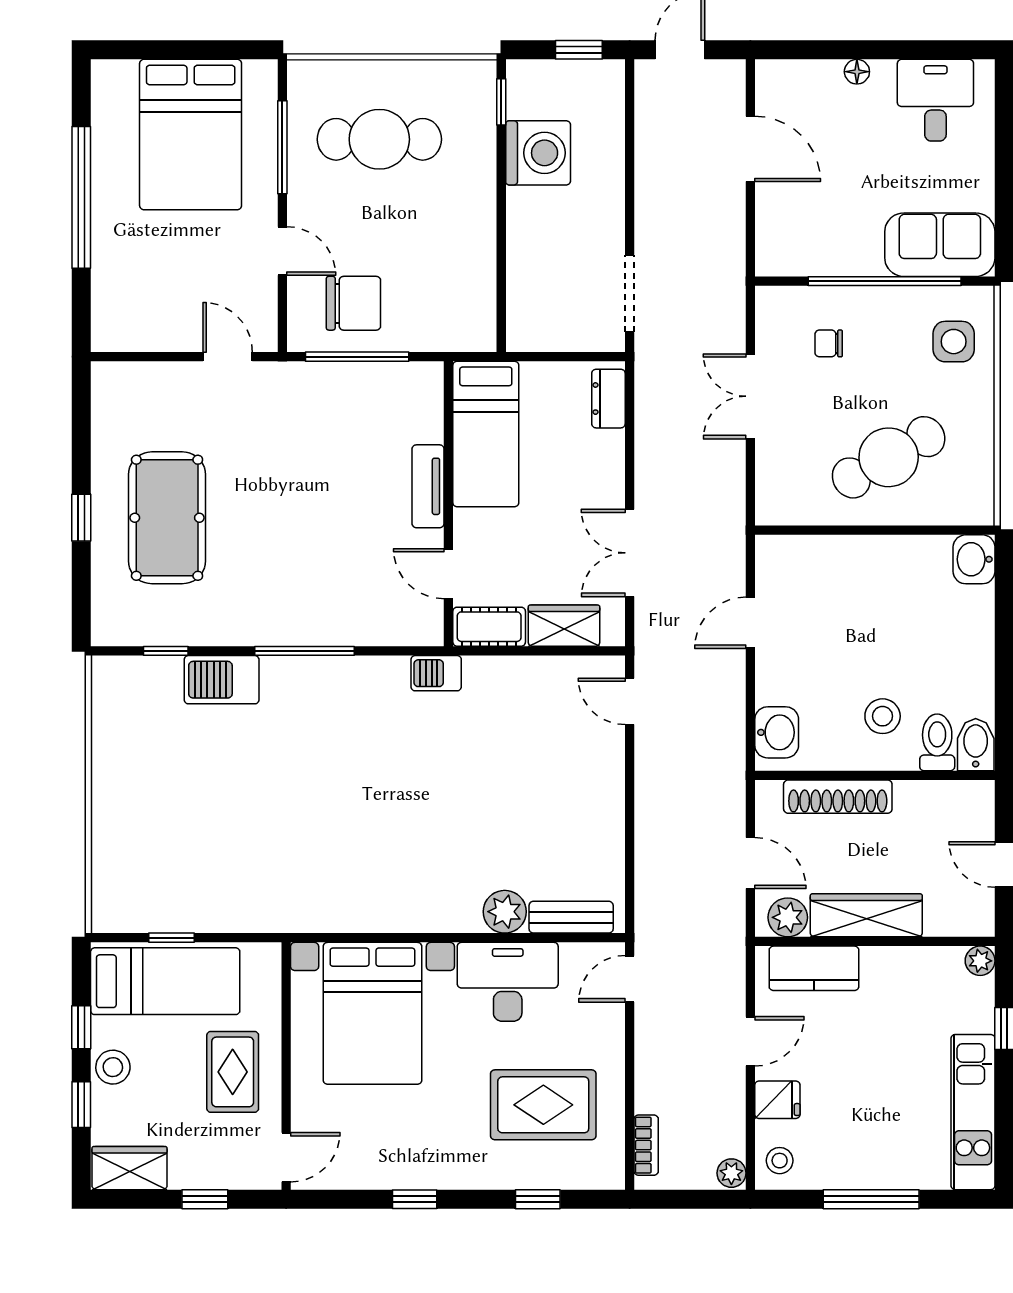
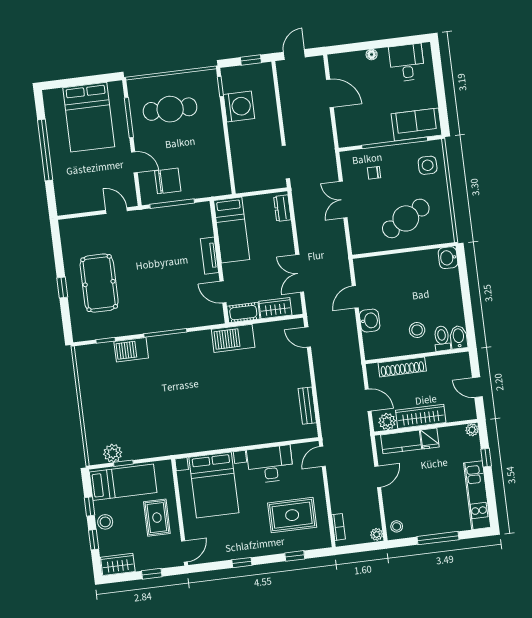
barbecue: (436, 673) -> (233, 338), width x1.88, depth x1.53
washbasin: (777, 732) -> (370, 321), moved
plant: (505, 912) -> (113, 453), moved
bench: (571, 917) -> (307, 406), moved, turned 90
fridge: (777, 1100) -> (430, 438), moved, turned 90

